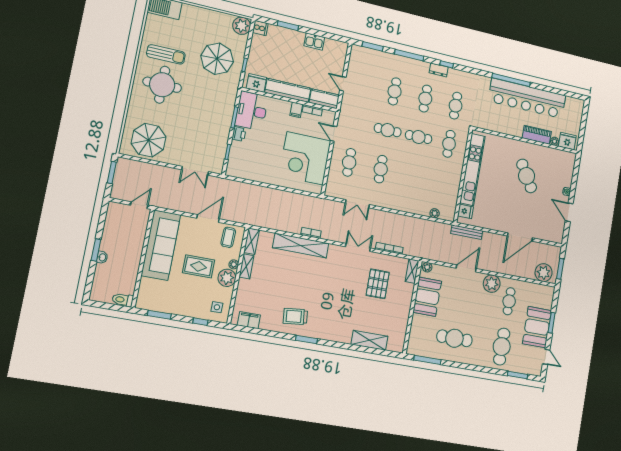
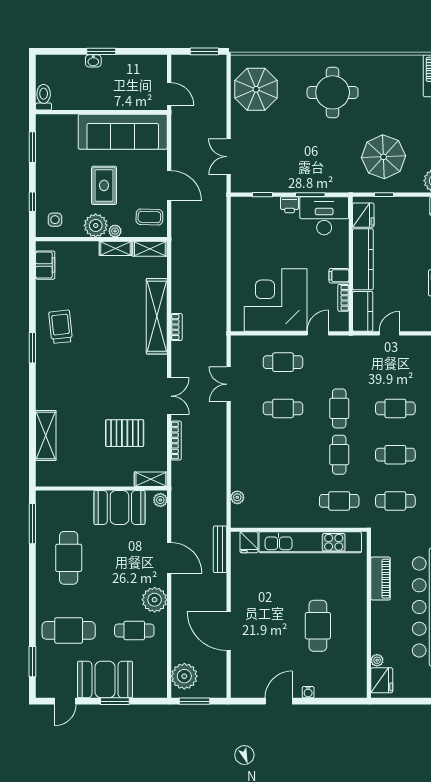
sun lounger: (166, 54) -> (374, 89), removed
piano: (537, 135) -> (381, 579), moved
cafe table: (527, 176) -> (318, 626), turned -58

